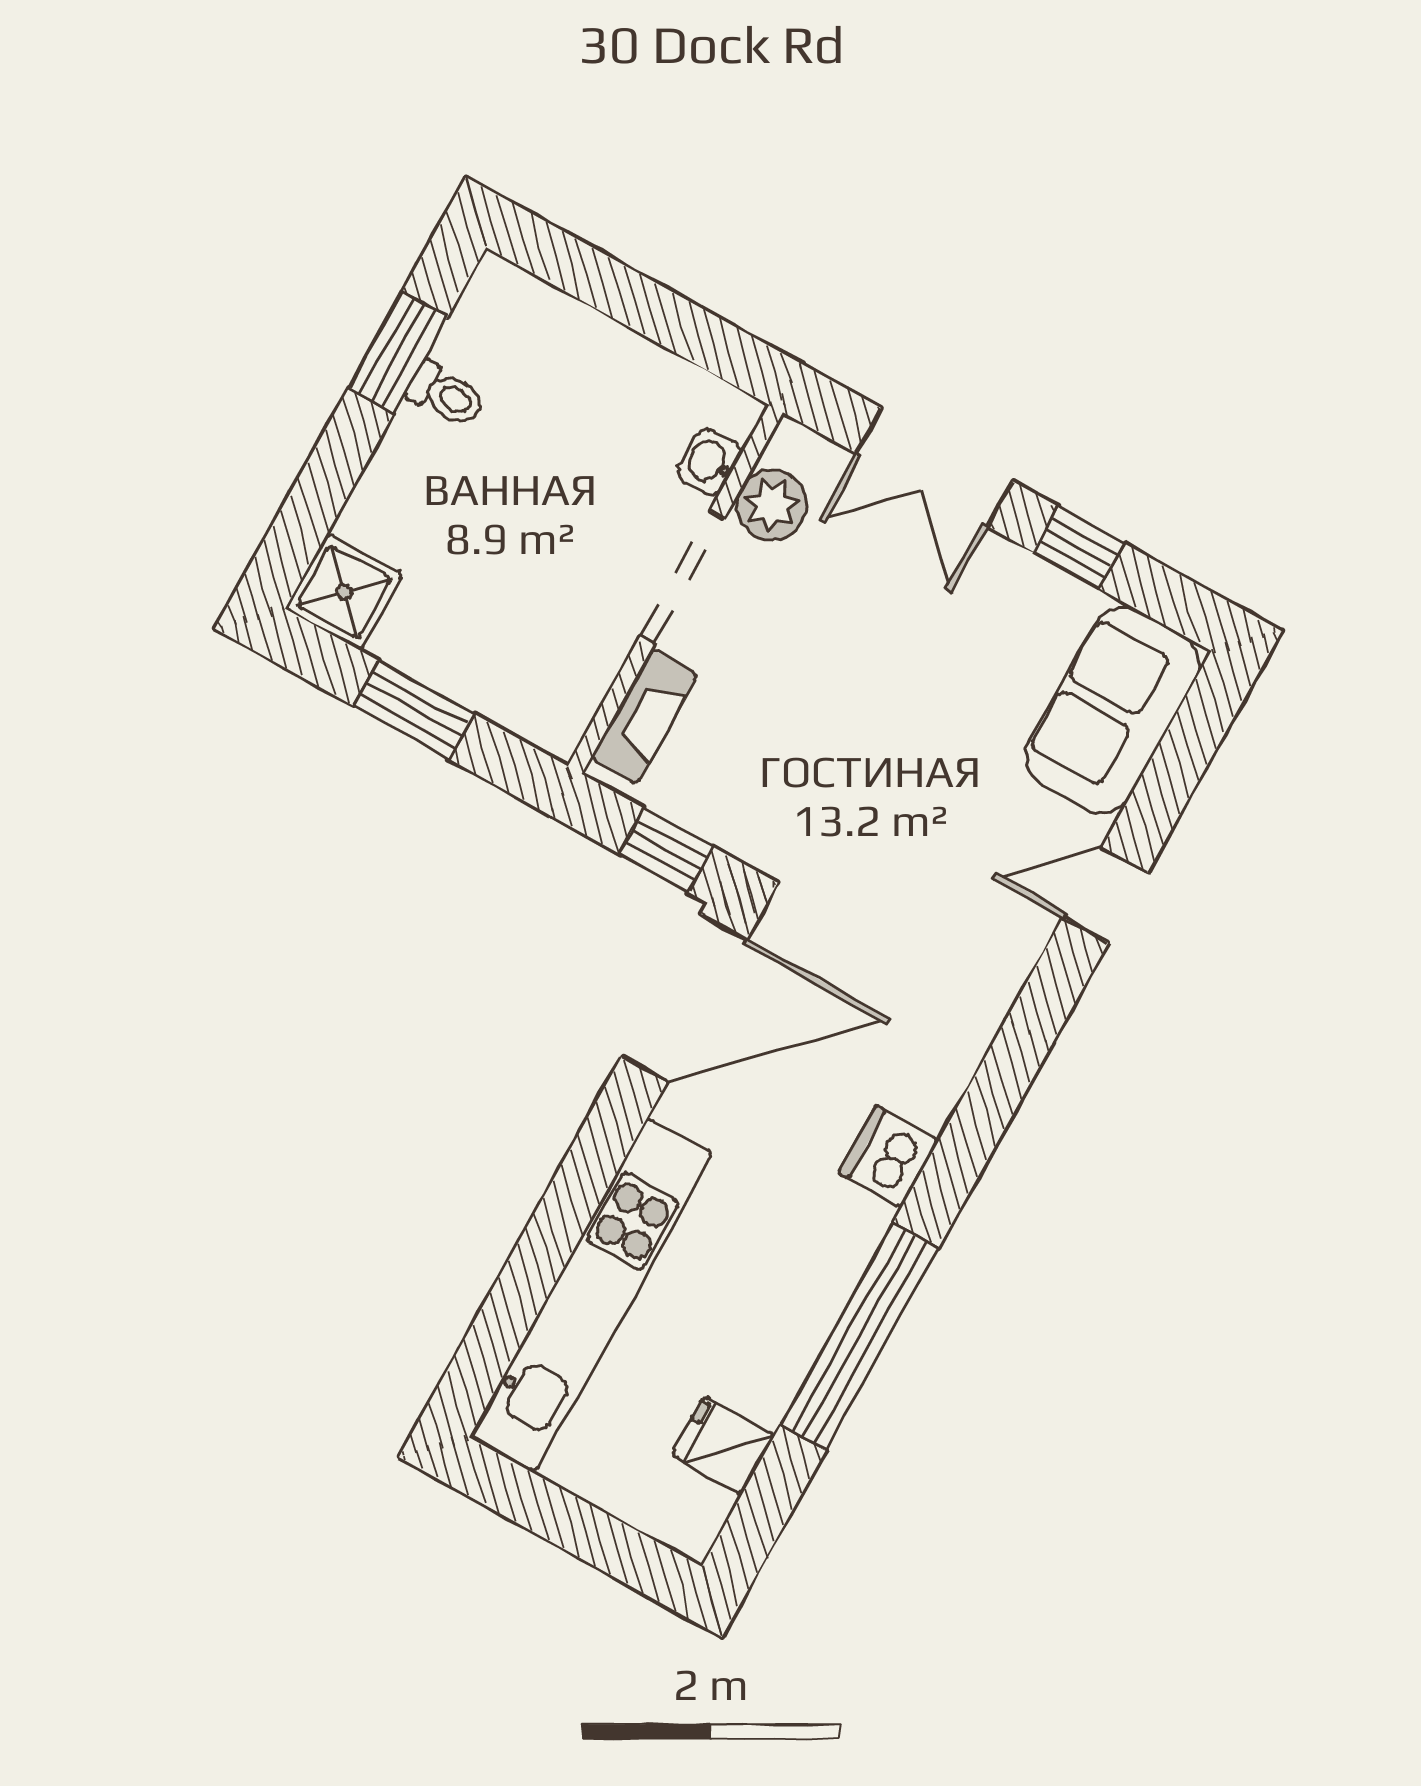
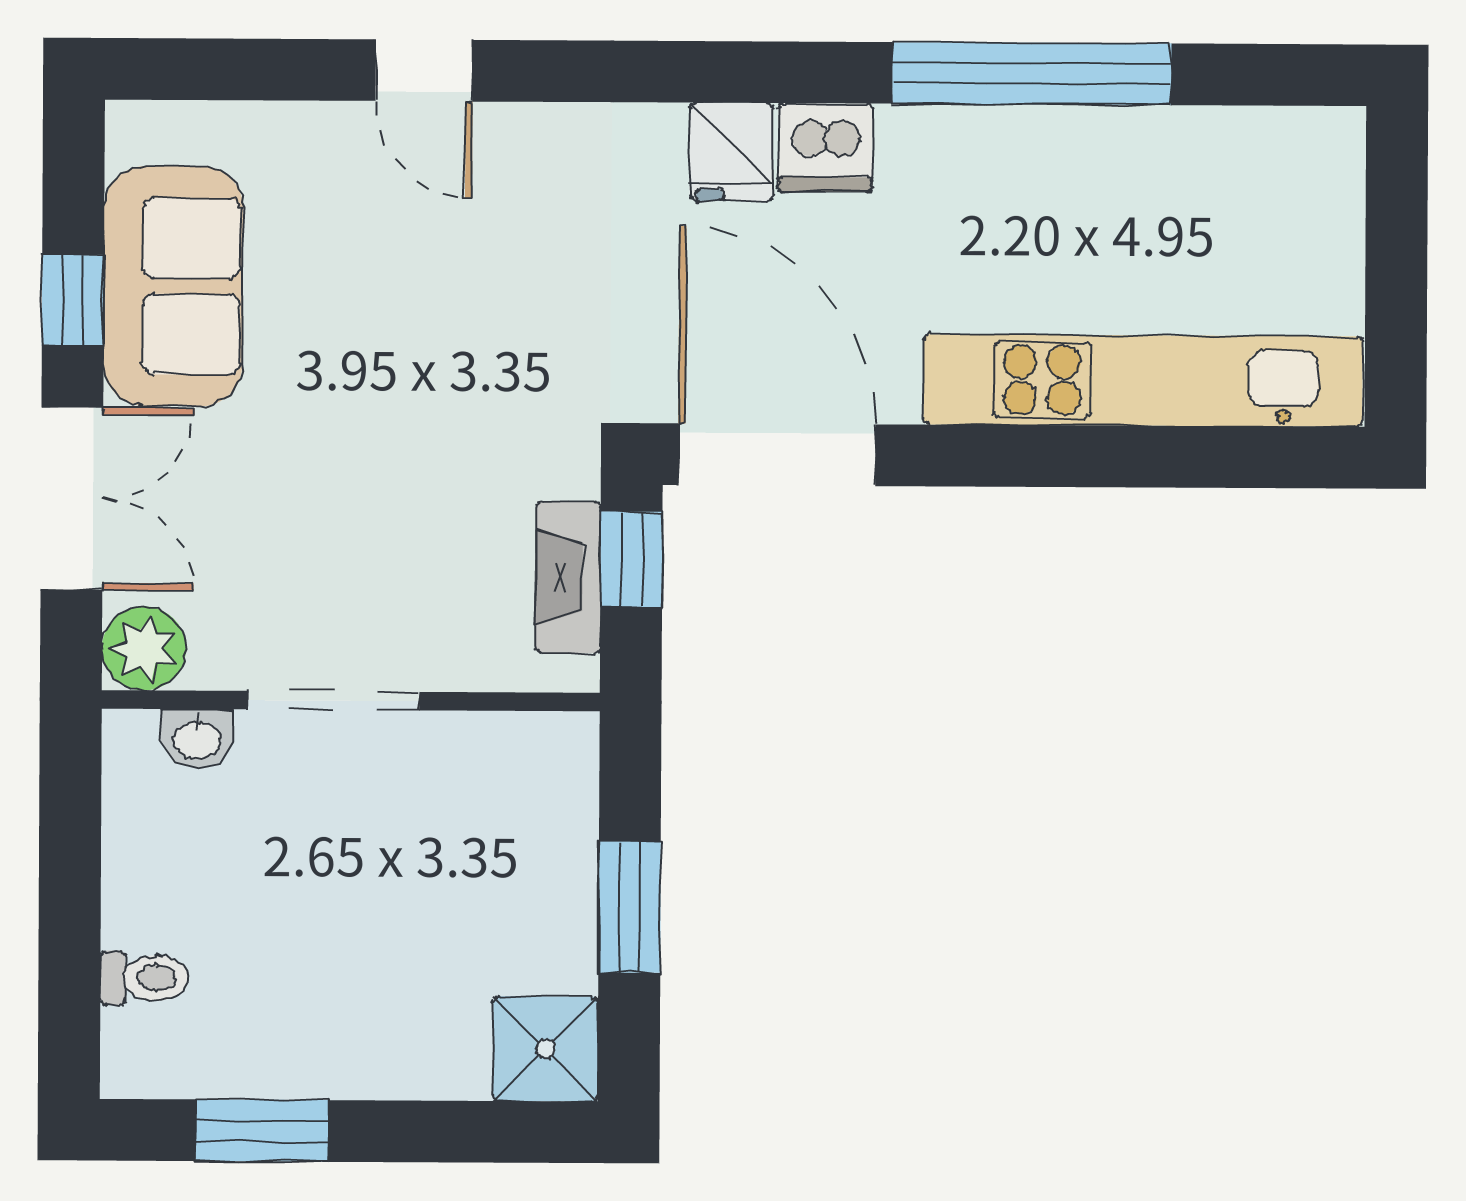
toilet: (446, 395) -> (144, 978), moved, turned 90
plant: (771, 505) -> (144, 648), moved
sofa: (1113, 710) -> (173, 286), moved, turned -90
fireplace: (644, 717) -> (568, 577), moved, turned -90
fridge: (723, 1445) -> (731, 152), moved

